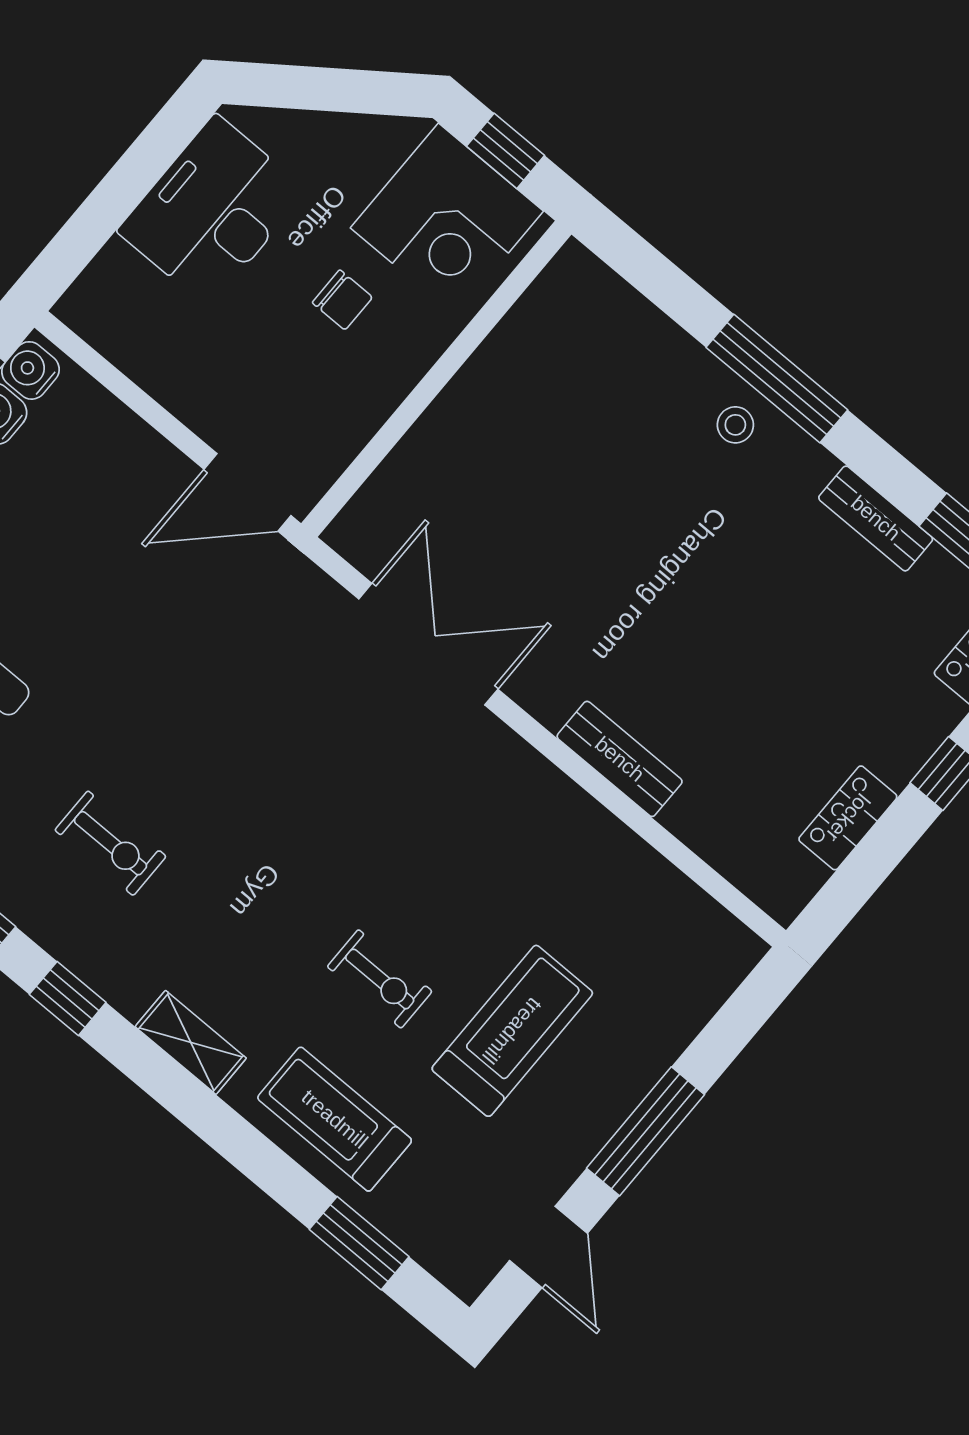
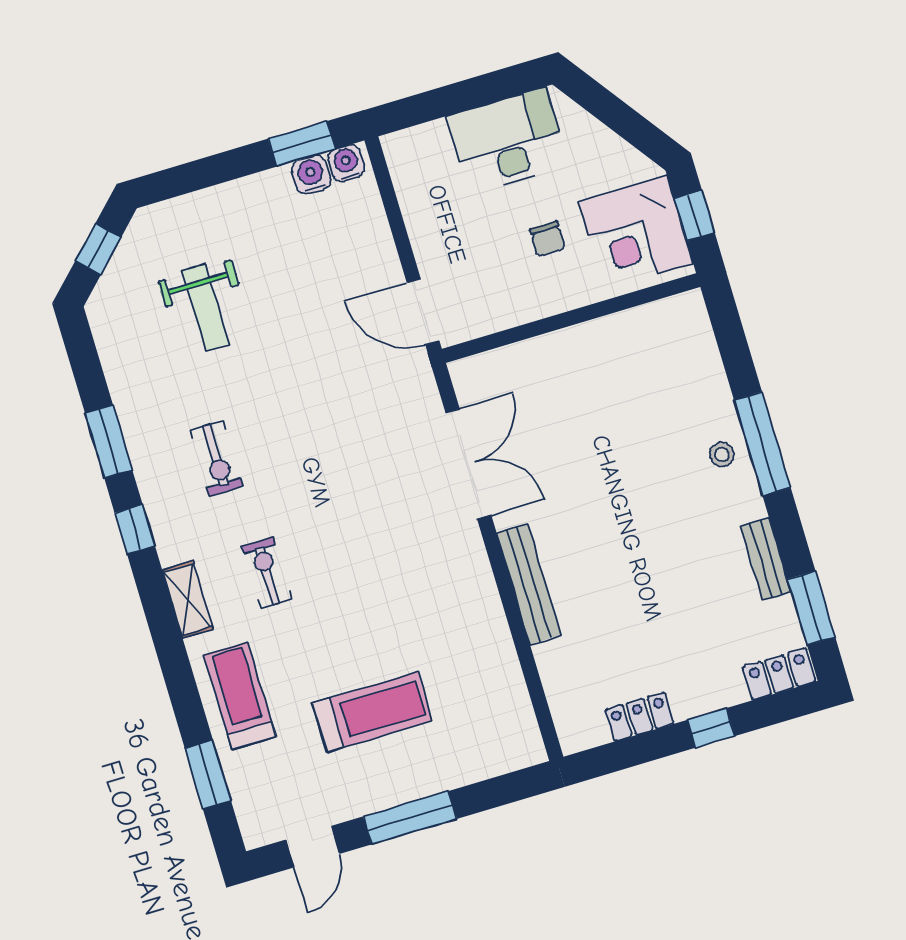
bench: (620, 759) -> (529, 584), width x1.36
exercise bike: (380, 979) -> (267, 573), moved, turned 180

